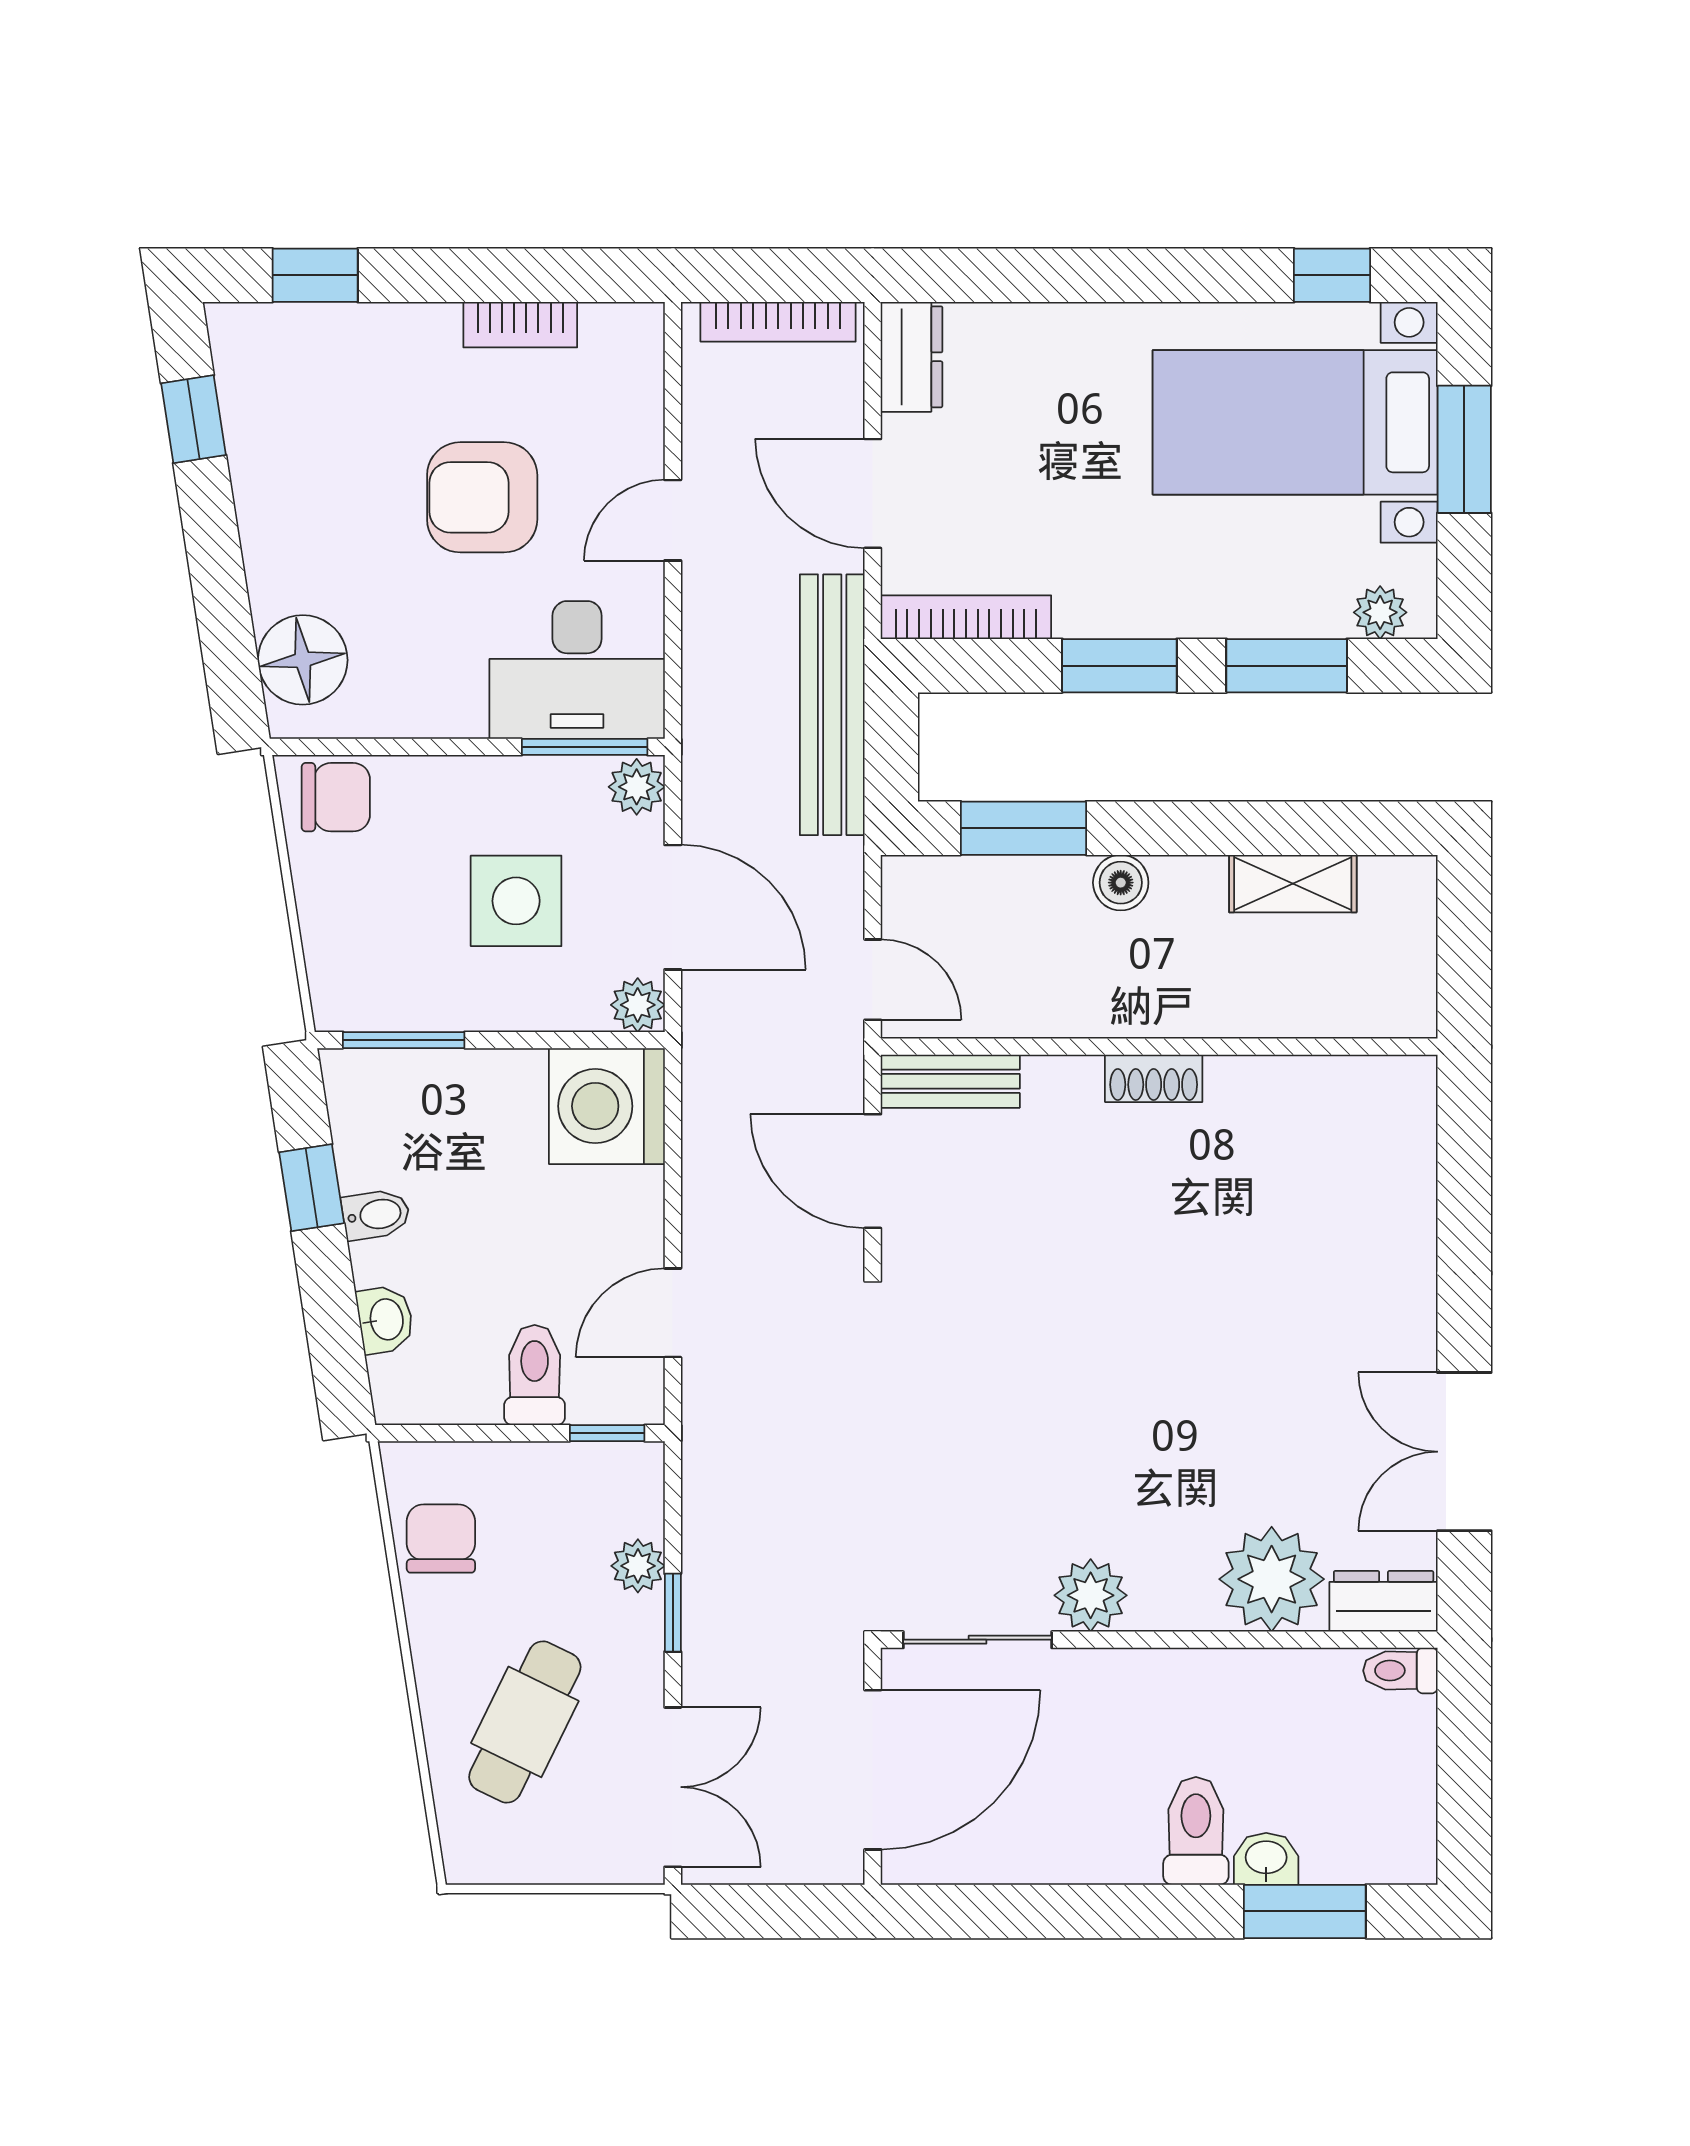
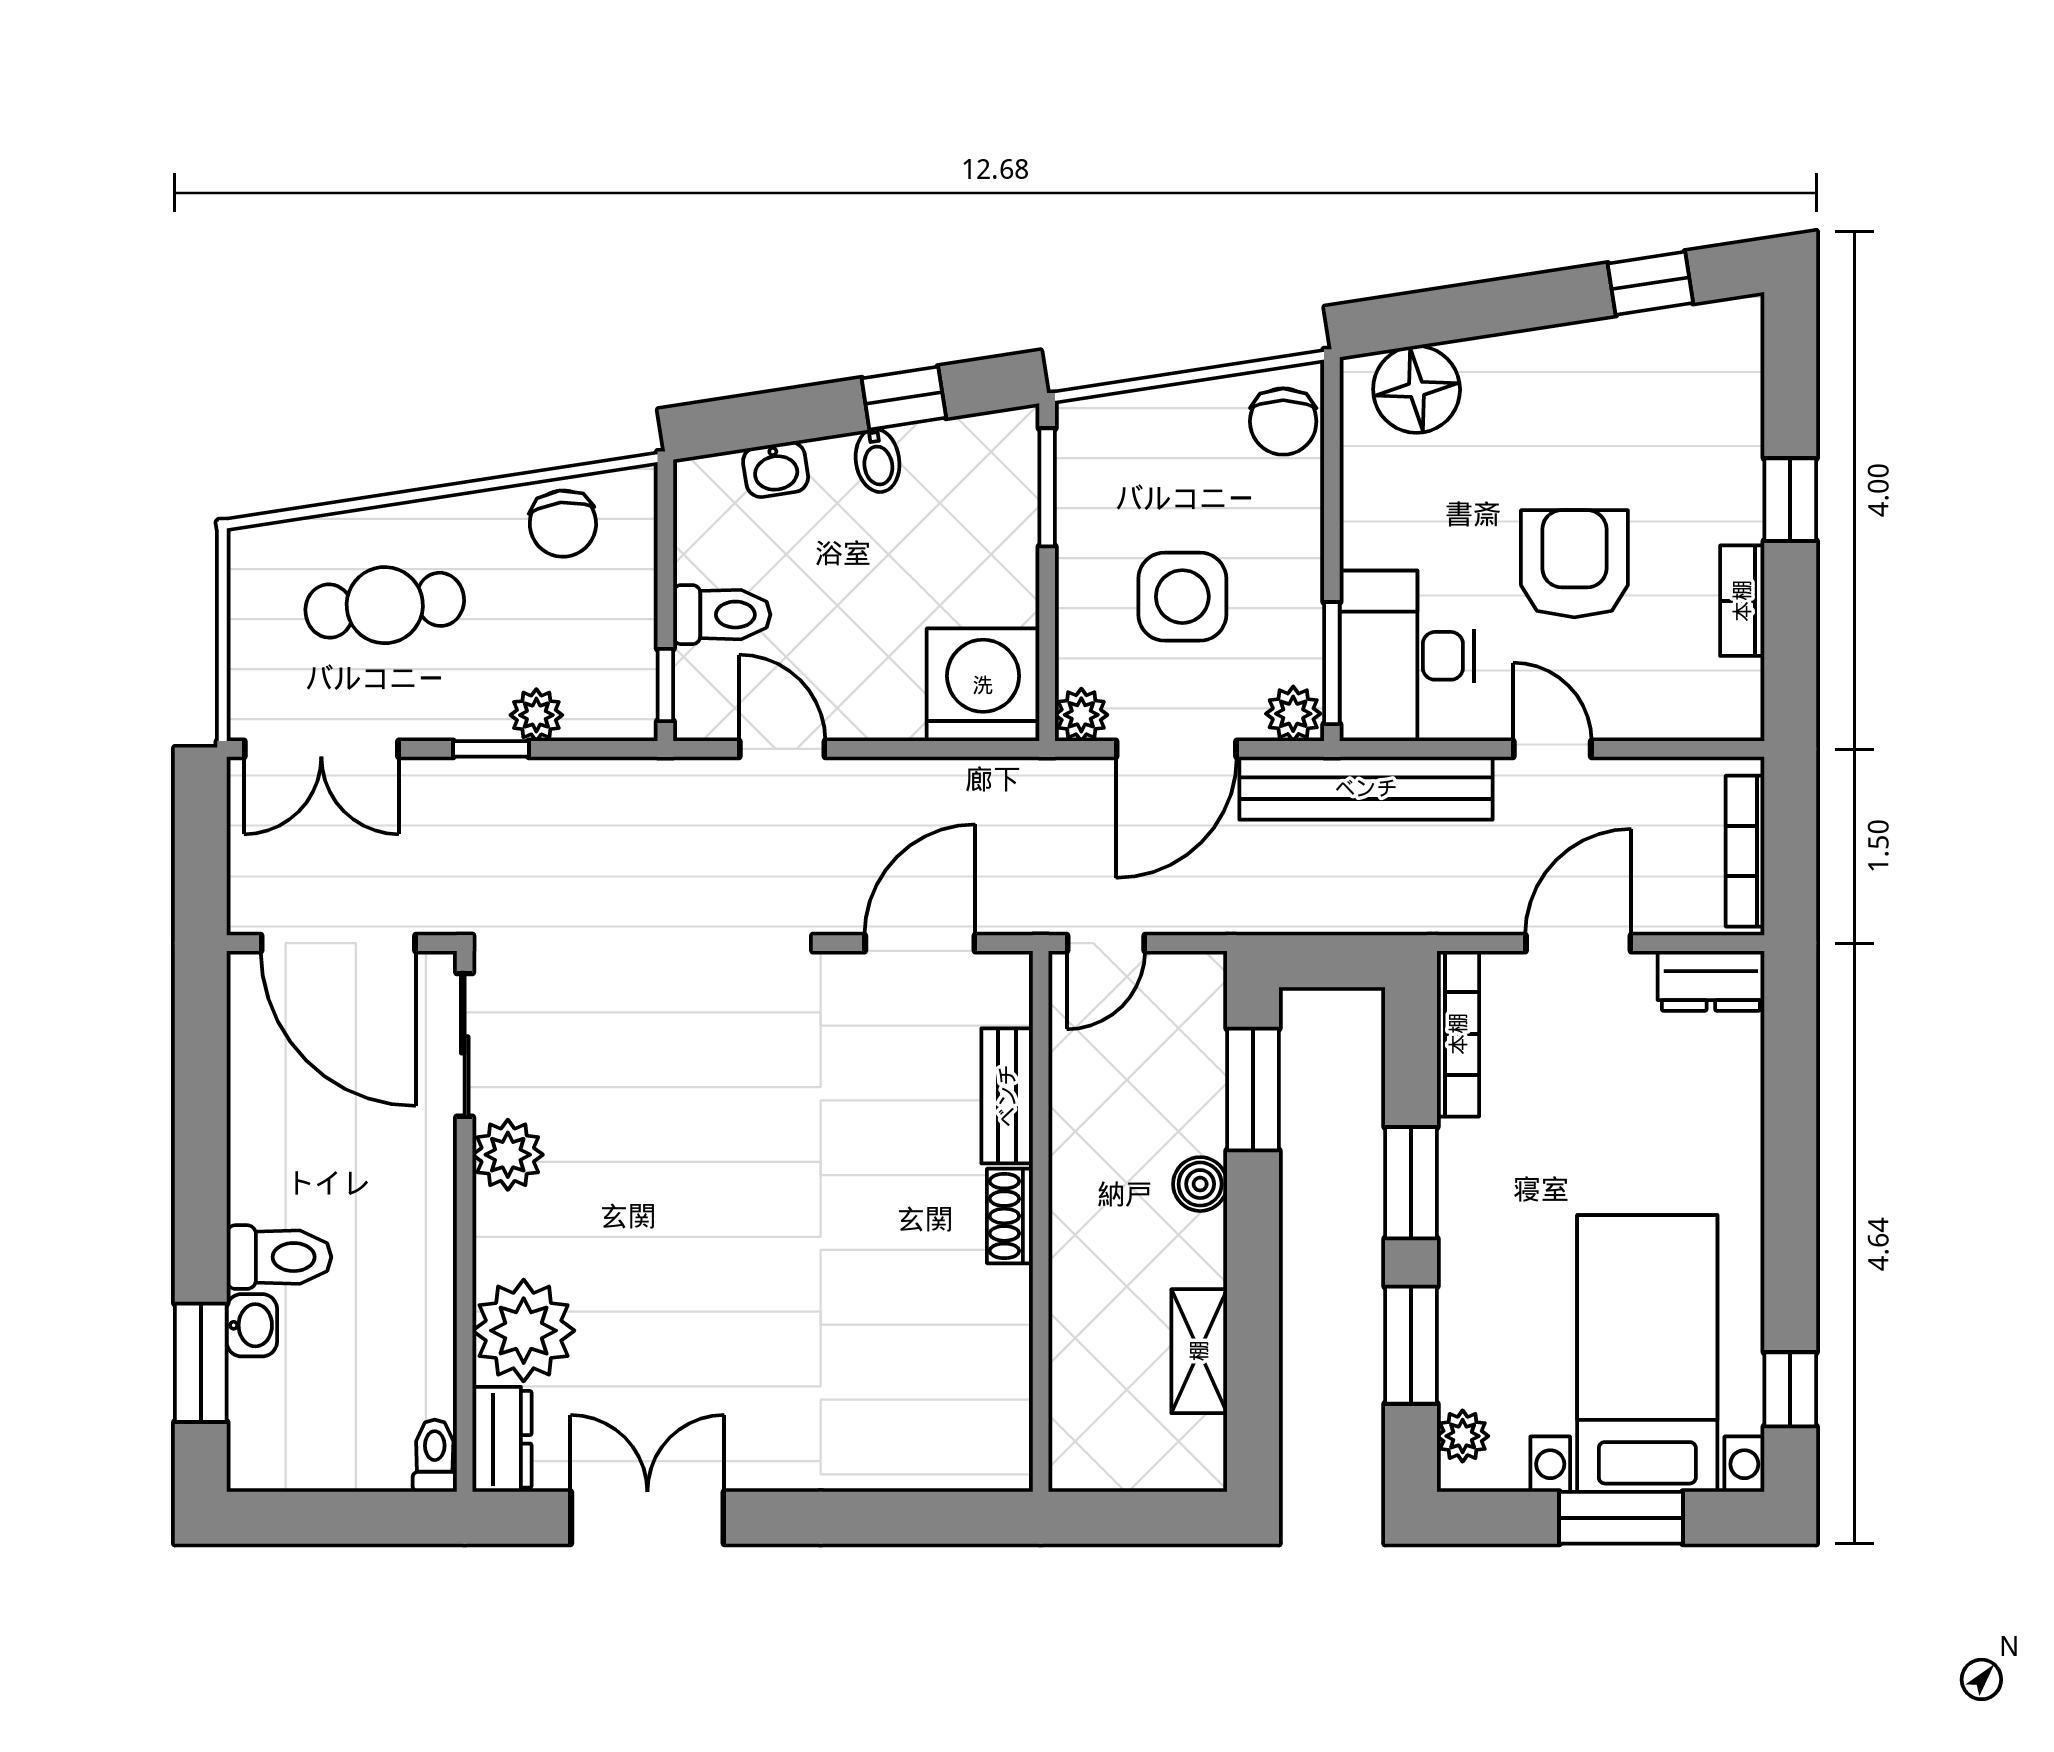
window: (315, 275) -> (1790, 500), moved
bench: (832, 705) -> (1366, 788), moved
bench: (950, 1081) -> (1007, 1096), moved
chair: (441, 1539) -> (563, 524), turned 84
cafe table: (525, 1722) -> (385, 605), turned -32

